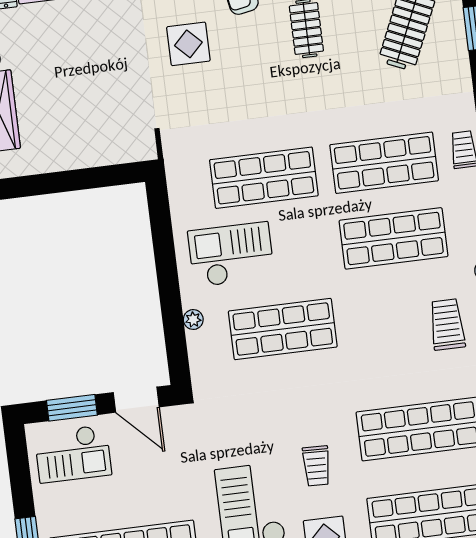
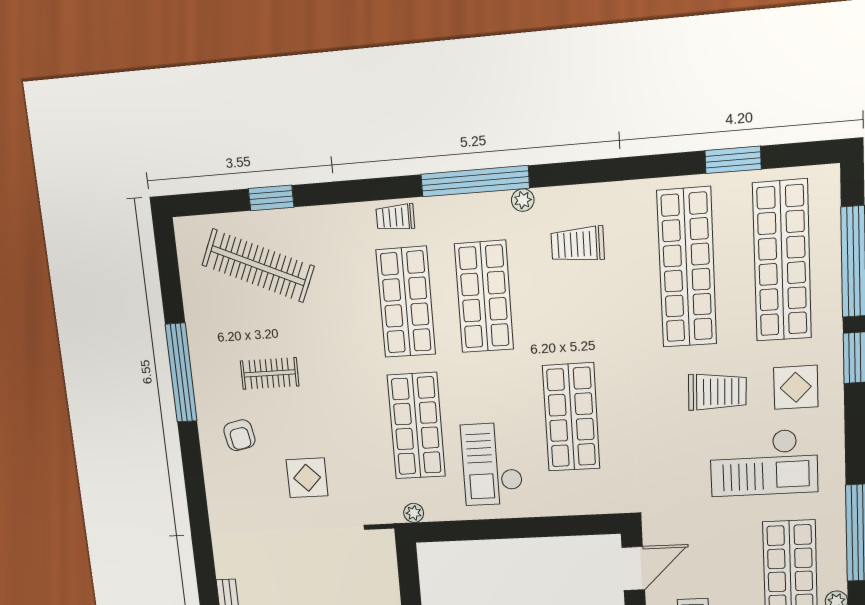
display table: (188, 44) -> (307, 478), moved
plant: (193, 320) -> (414, 513), moved
trolley: (316, 466) -> (717, 392), width x1.36, depth x1.39

